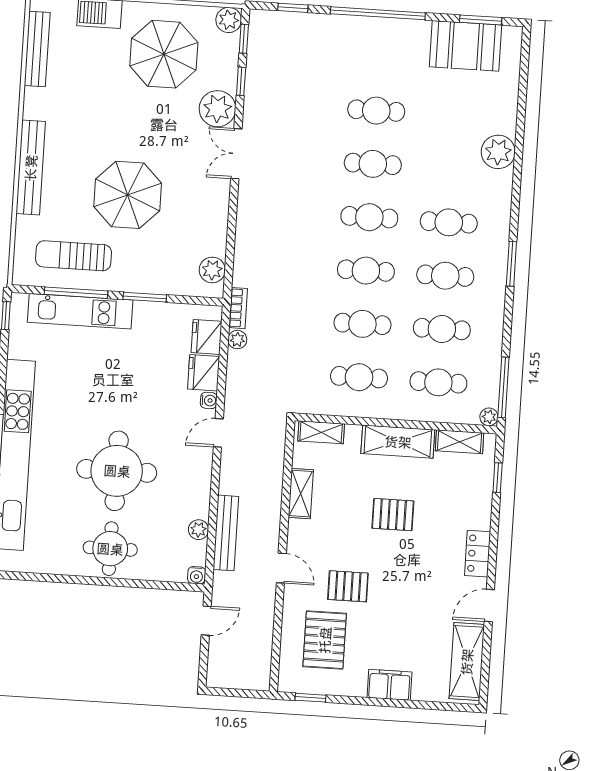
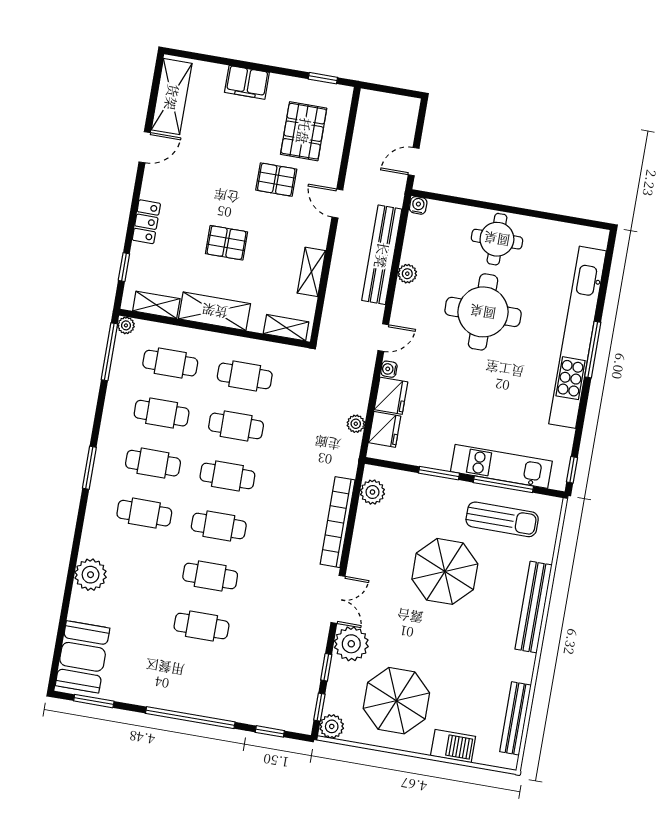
booth: (465, 46) -> (83, 657), moved, turned 90
bookcase: (238, 308) -> (338, 522), moved, width x2.31, depth x1.31
plant: (198, 530) -> (407, 274), moved
bench: (226, 533) -> (382, 255), width x1.37, depth x1.21
locker: (478, 554) -> (146, 222), moved

